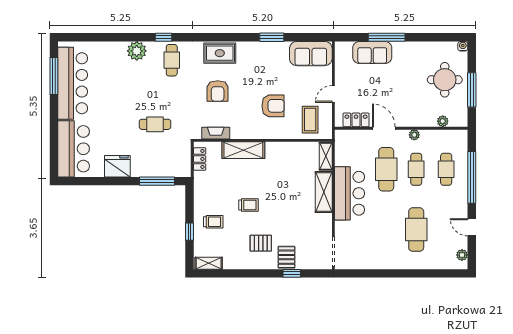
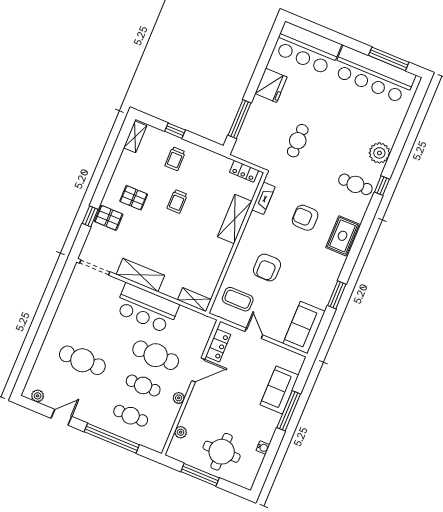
water cooler: (463, 46) -> (263, 448), moved
shelving: (324, 192) -> (140, 275), moved
pallet: (261, 243) -> (134, 198), turned 90

